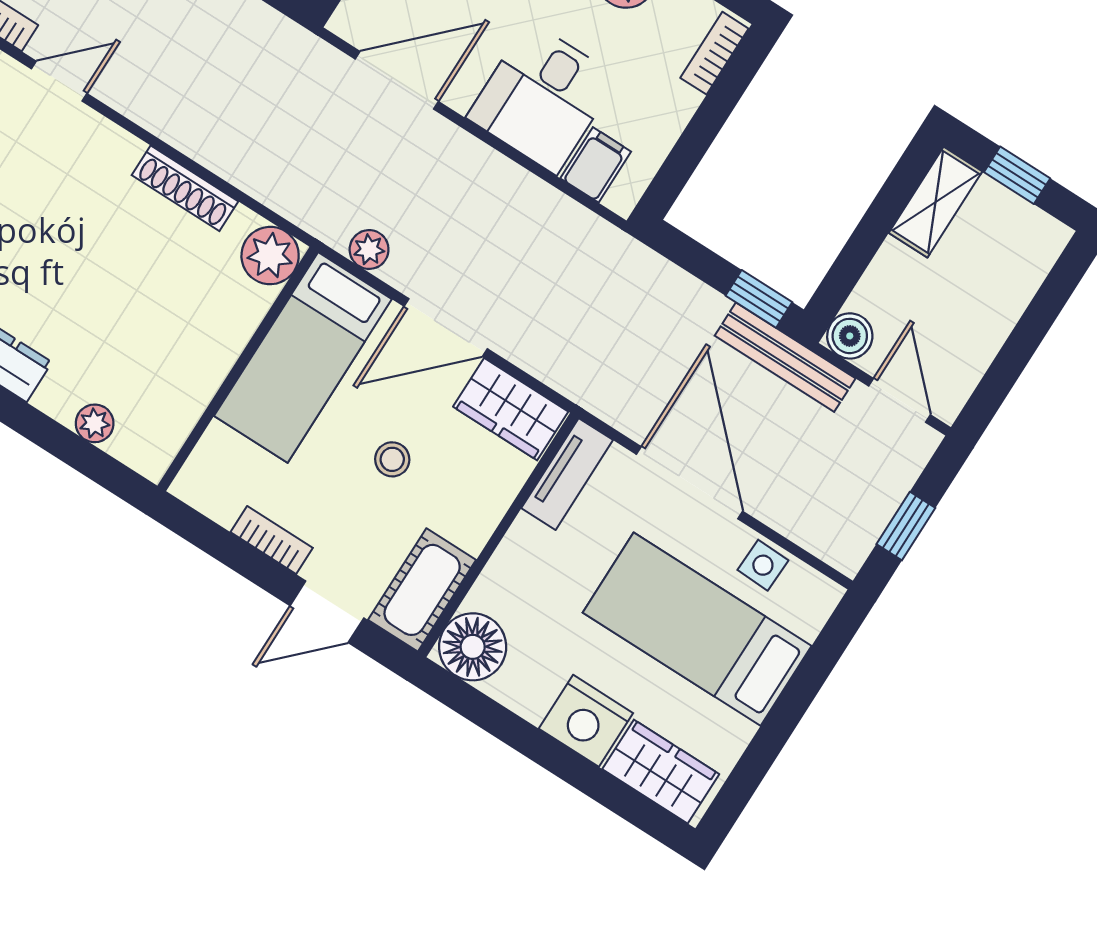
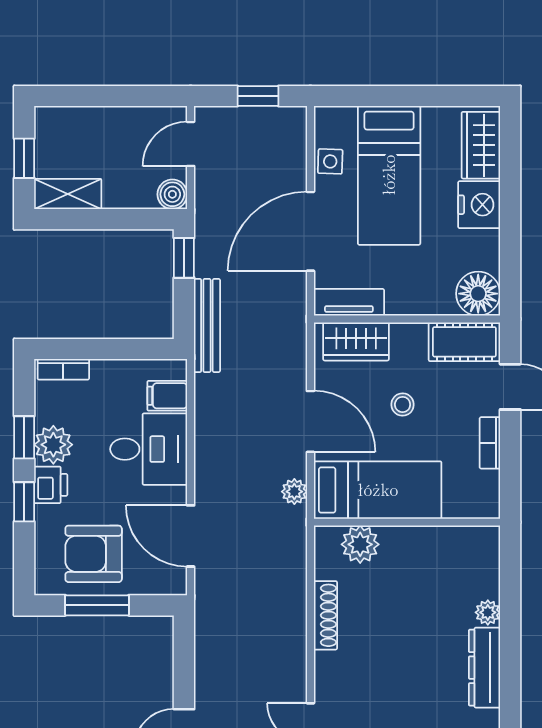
plant: (270, 256) -> (360, 544), moved
bench: (785, 357) -> (207, 325), moved
wardrobe: (511, 409) -> (356, 341), moved, turned 90
plant: (95, 423) -> (488, 612), moved

